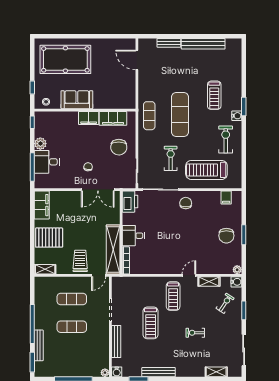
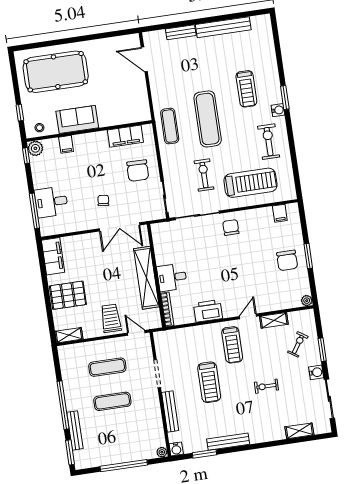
filing cabinet: (89, 118) -> (66, 144), moved, width x0.50
plant: (40, 144) -> (35, 148), moved
treadmill: (206, 170) -> (250, 183), turned 180
printer: (130, 202) -> (208, 311), moved, turned -90
shelving: (113, 249) -> (146, 278), moved
door: (99, 275) -> (136, 333), swing flipped
water cooler: (236, 282) -> (316, 372), moved

